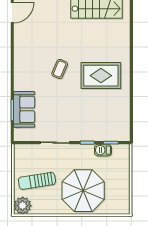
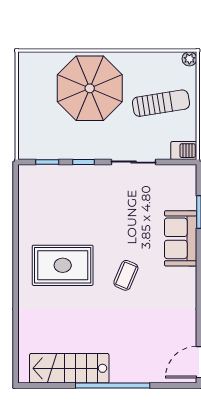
sofa: (24, 109) -> (181, 238), moved
barbecue: (103, 150) -> (184, 151), moved
plant: (23, 206) -> (189, 59), width x0.53, depth x0.53

